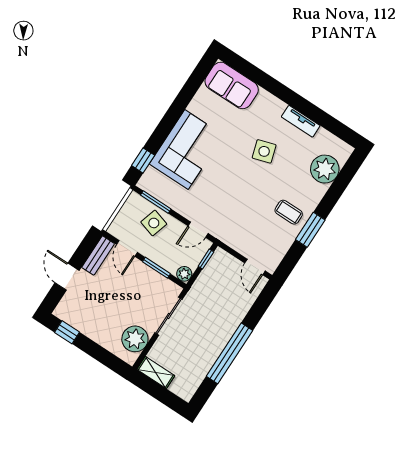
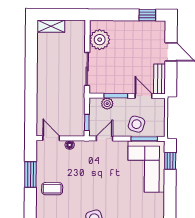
corner sofa: (187, 150) -> (146, 167), moved
window: (310, 230) -> (30, 174), moved
floor lamp: (240, 247) -> (70, 145), added
plant: (184, 274) -> (107, 104), moved
window: (229, 353) -> (31, 70), removed
shelving: (156, 373) -> (51, 26), moved

